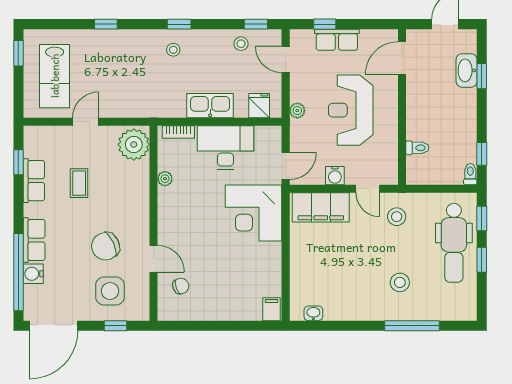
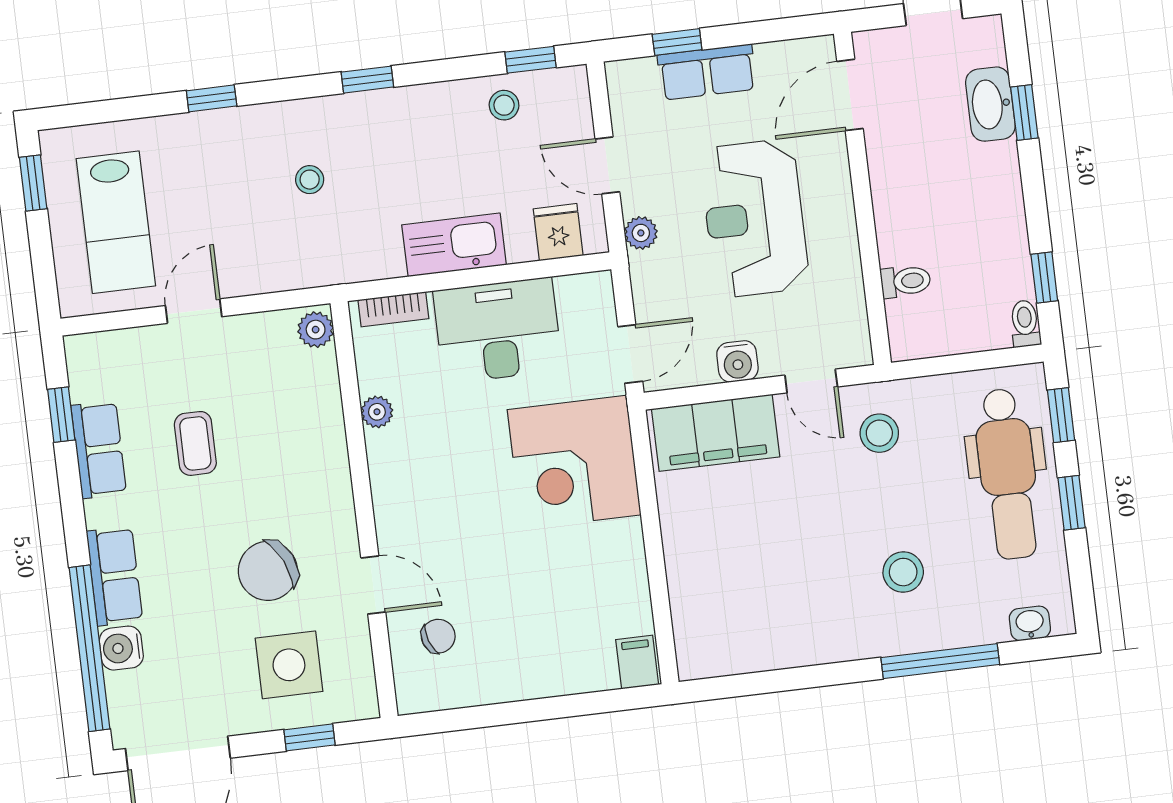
stool: (173, 50) -> (310, 180), moved
door: (286, 60) -> (607, 165), moved
plant: (134, 144) -> (316, 330), width x0.53, depth x0.53
washbasin: (313, 313) -> (1030, 623), moved

